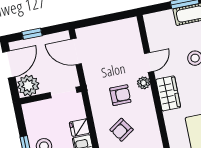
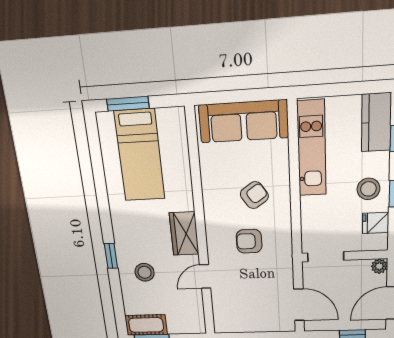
plant: (144, 83) -> (216, 252), removed
plant: (28, 85) -> (379, 266), width x0.53, depth x0.53
fridge: (79, 128) -> (376, 223), moved, turned 180

